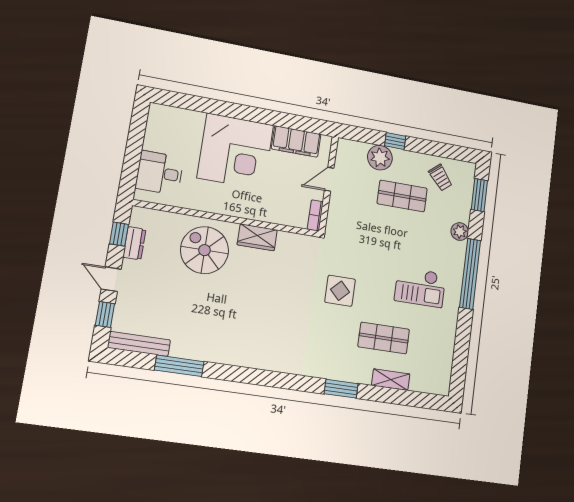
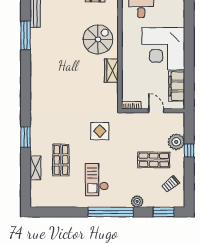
shop shelf: (402, 196) -> (154, 160), turned 90
display table: (340, 291) -> (100, 131), moved

